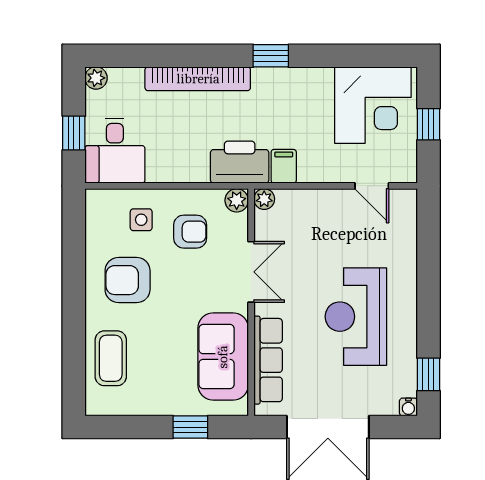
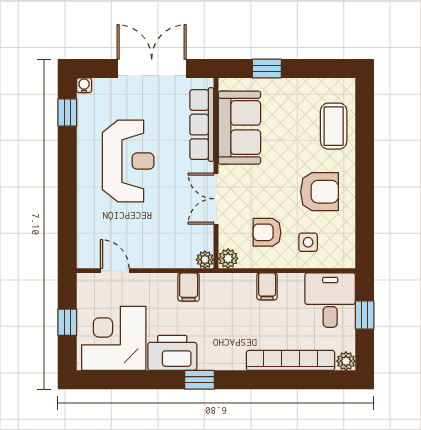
bookcase: (198, 79) -> (290, 360), moved
printer: (240, 162) -> (172, 353), moved, turned 180
filing cabinet: (190, 167) -> (267, 286), added

